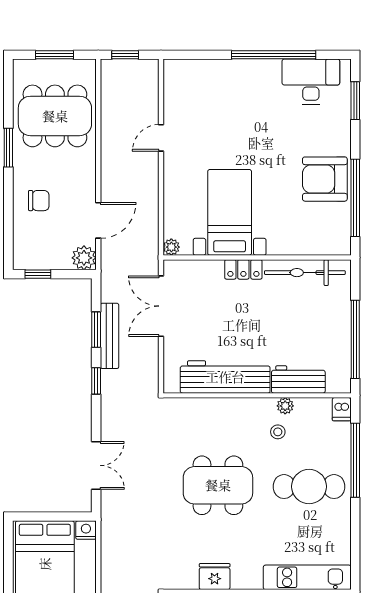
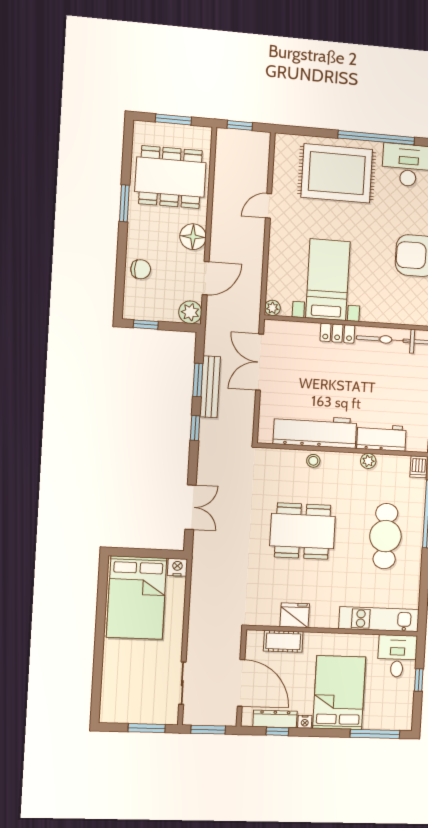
rug: (233, 97) -> (337, 173), added
floor lamp: (82, 177) -> (193, 237), added
chair: (39, 201) -> (141, 269), moved
stool: (278, 432) -> (313, 461), moved
cafe table: (309, 487) -> (385, 536), turned 90

